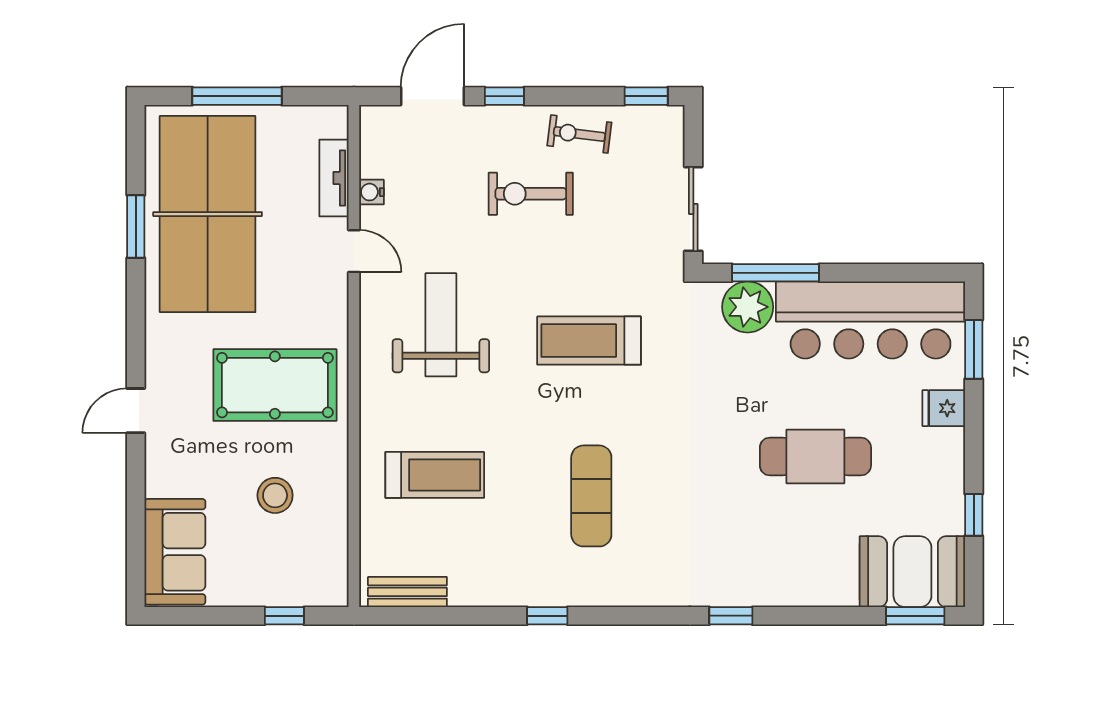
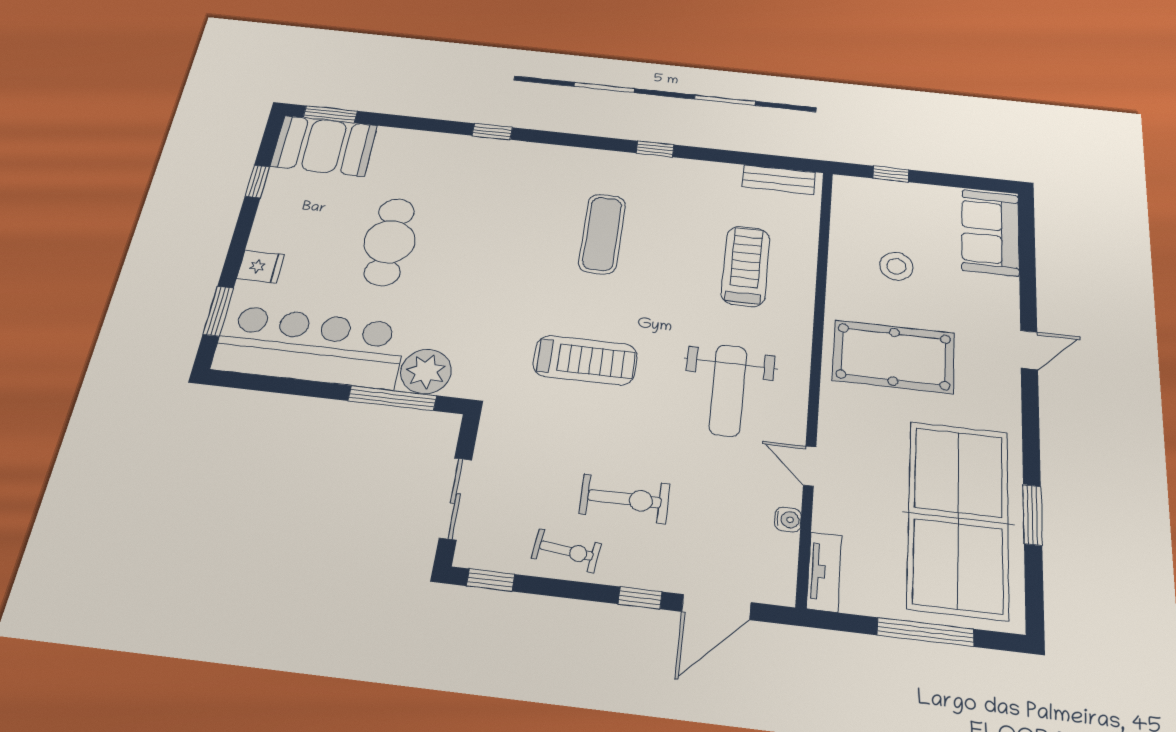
tv unit: (334, 178) -> (824, 572), moved
sliding door: (693, 209) -> (456, 498), moved
cafe table: (815, 456) -> (390, 242), turned 90
treadmill: (435, 475) -> (746, 266), turned 90

